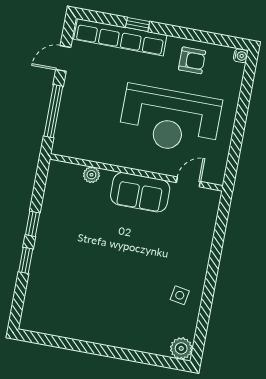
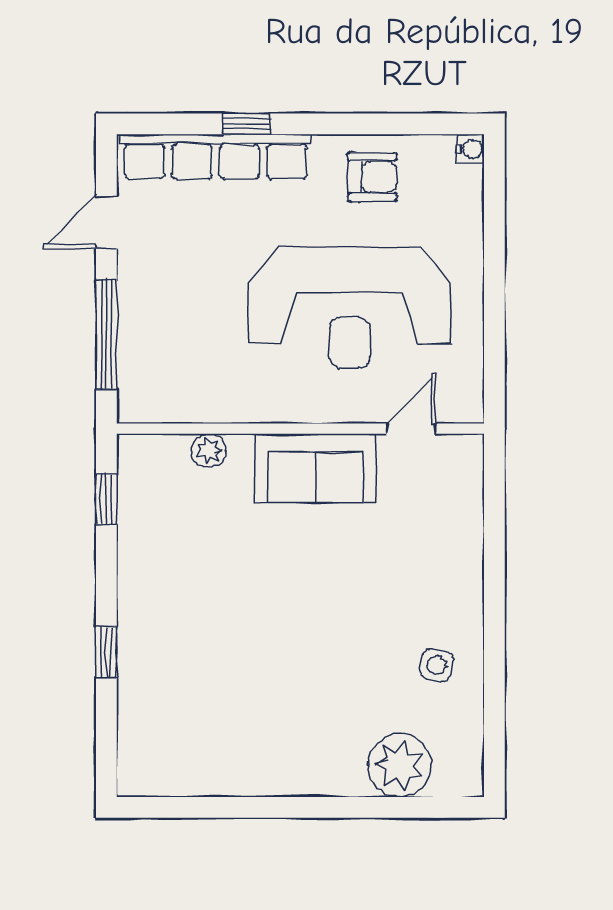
window: (33, 224) -> (106, 499), moved
plant: (181, 348) -> (400, 765), moved, width x1.36, depth x1.36

